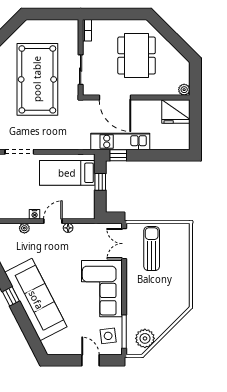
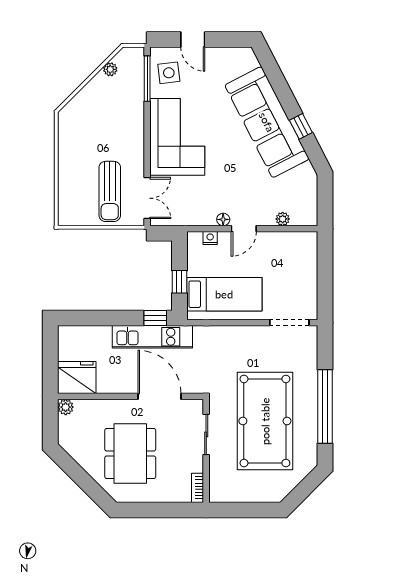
nightstand: (35, 214) -> (210, 238), moved
plant: (145, 338) -> (110, 69), width x0.53, depth x0.53

